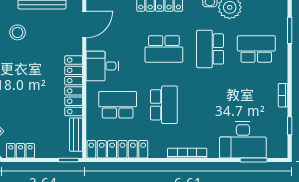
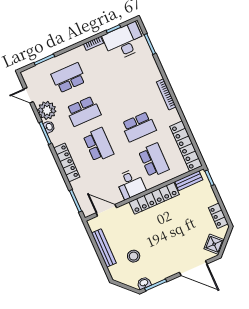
school desk: (256, 49) -> (69, 78), turned 90
school desk: (118, 105) -> (154, 160), turned 180
school desk: (164, 105) -> (139, 127), turned 180
desk: (243, 140) -> (124, 42), moved, turned -90

